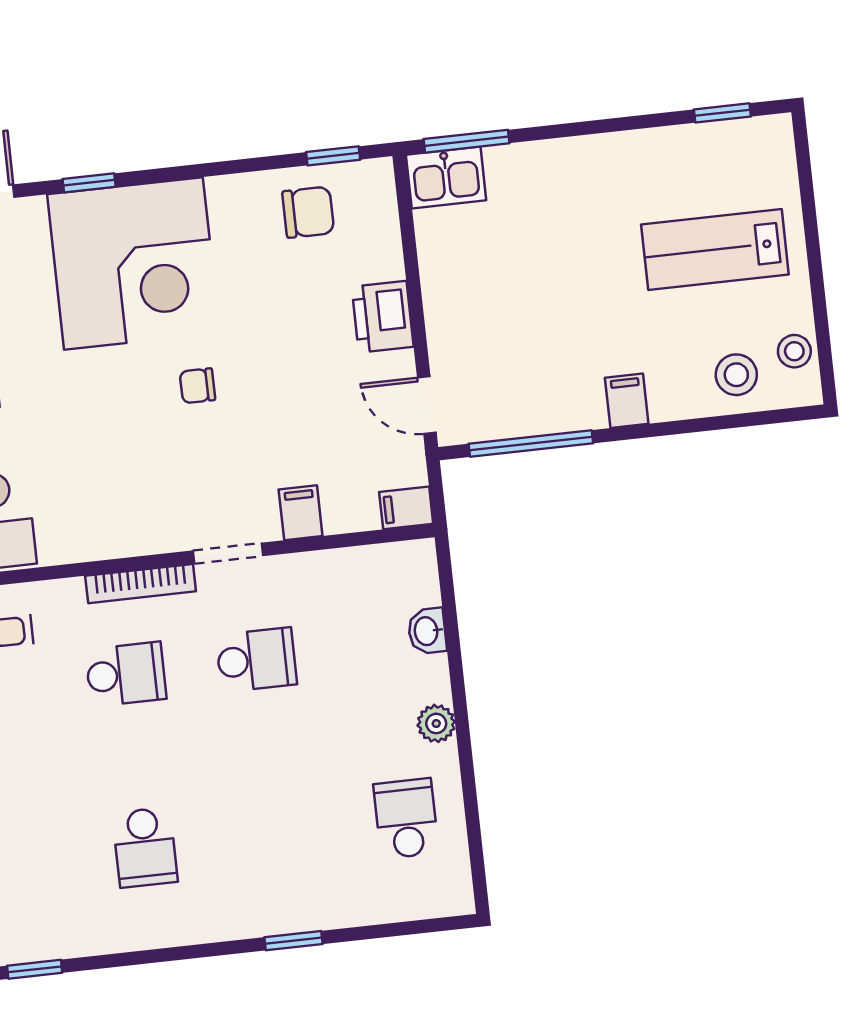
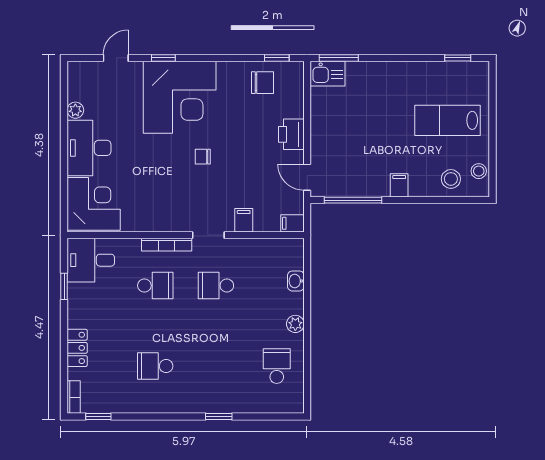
school desk: (256, 660) -> (216, 286), turned 180
school desk: (145, 847) -> (155, 366), turned 90

